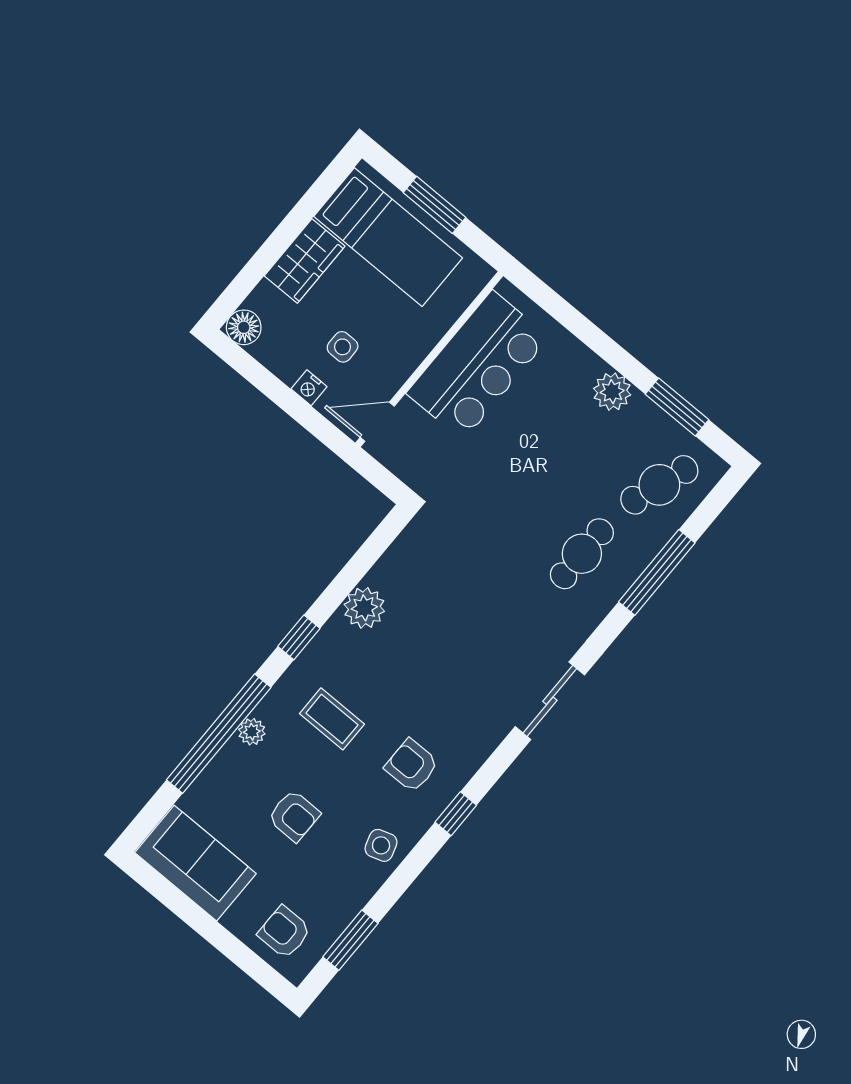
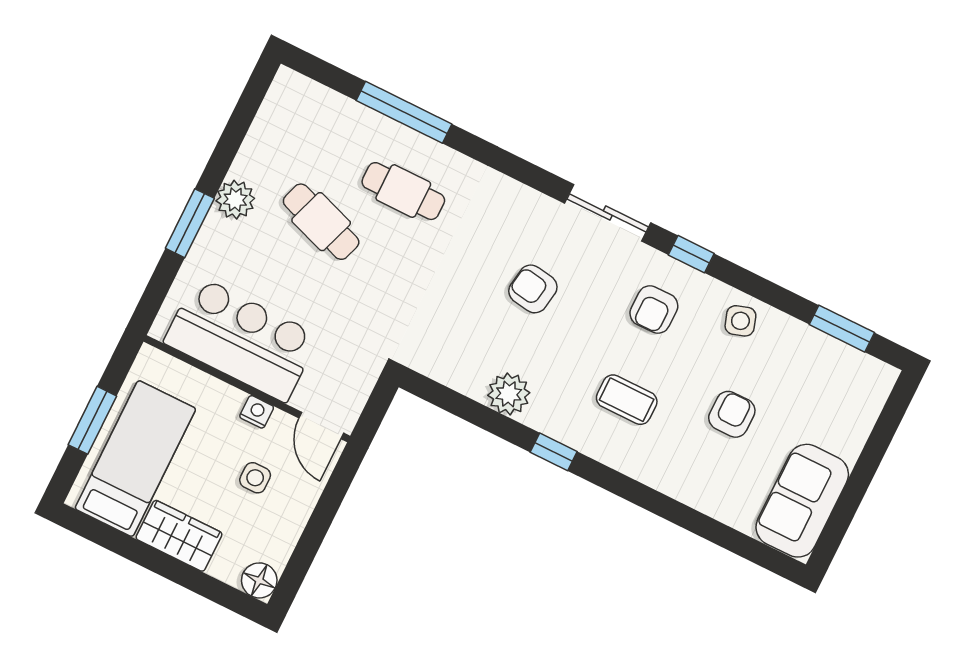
nightstand: (309, 388) -> (257, 412), moved, turned -90
window: (677, 407) -> (190, 223), moved
cafe table: (659, 485) -> (321, 222), moved
sliding door: (550, 701) -> (608, 213), moved
coffee table: (332, 719) -> (627, 400), turned 90
plant: (252, 732) -> (658, 476), removed
window: (219, 734) -> (668, 508), removed
armchair: (284, 932) -> (533, 289), moved, turned 99

